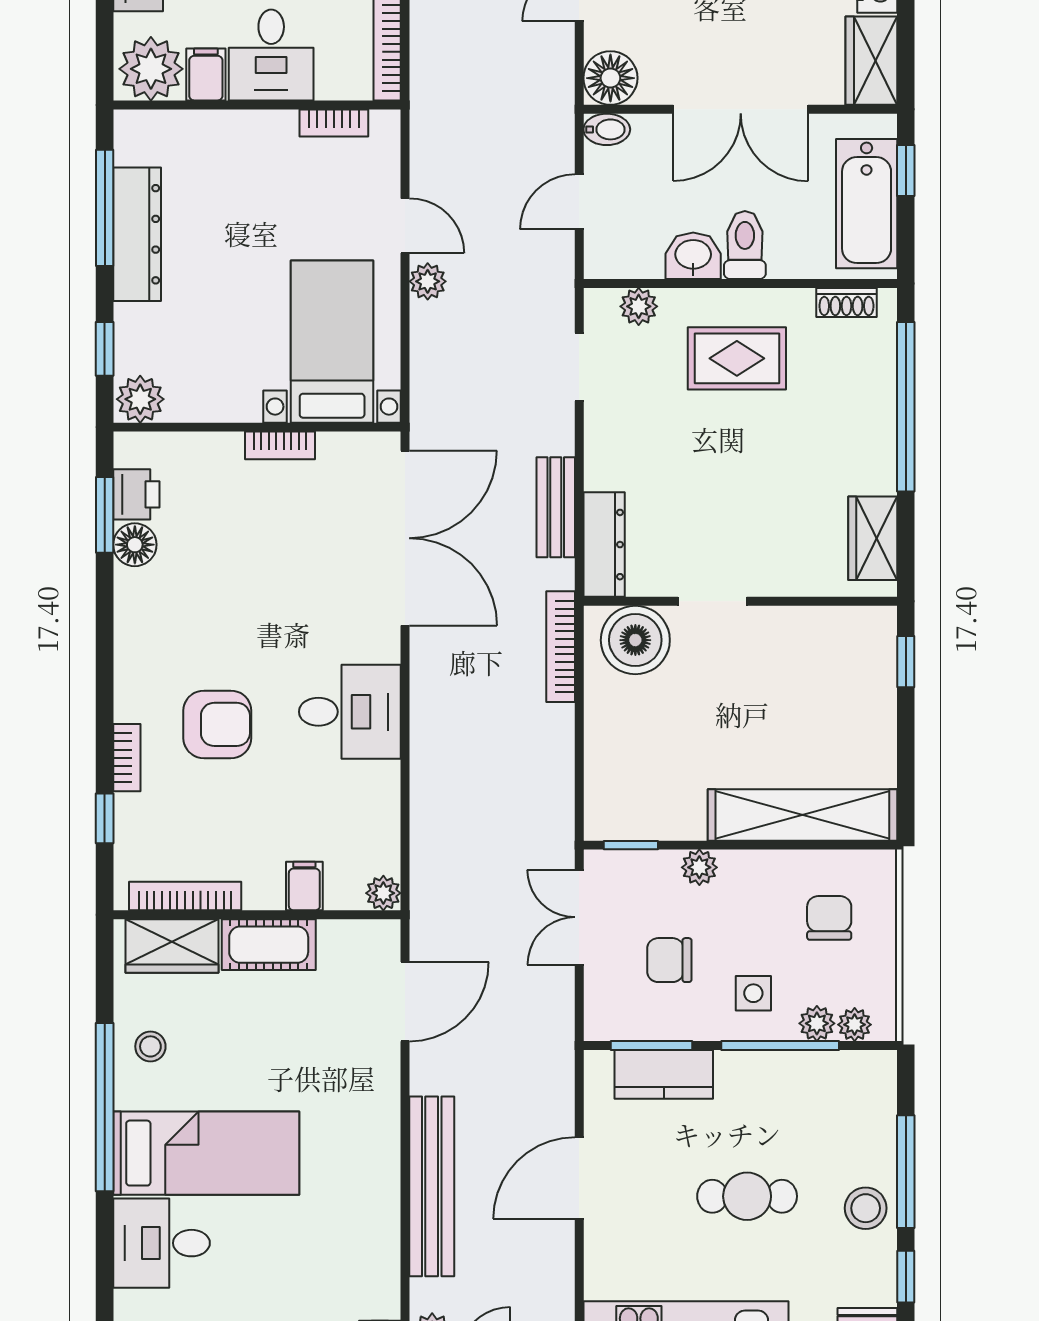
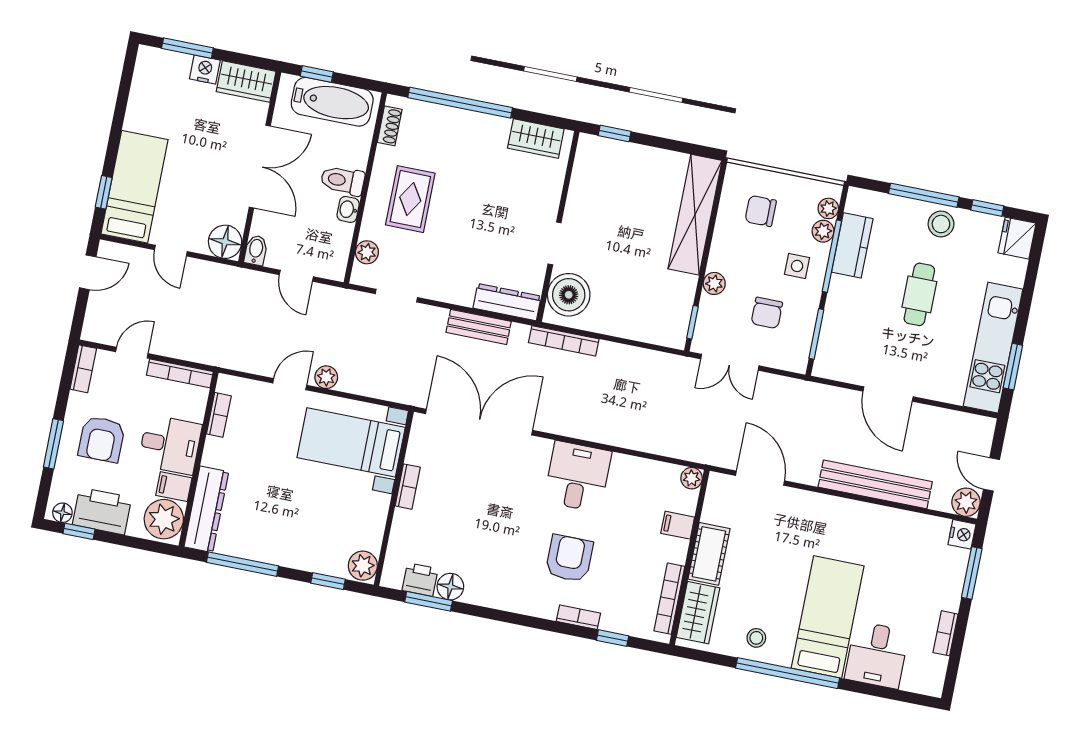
dresser: (137, 234) -> (206, 509), moved, turned 90
washbasin: (693, 256) -> (348, 209), width x0.72, depth x0.69
kitchen counter: (664, 1074) -> (852, 245), moved

